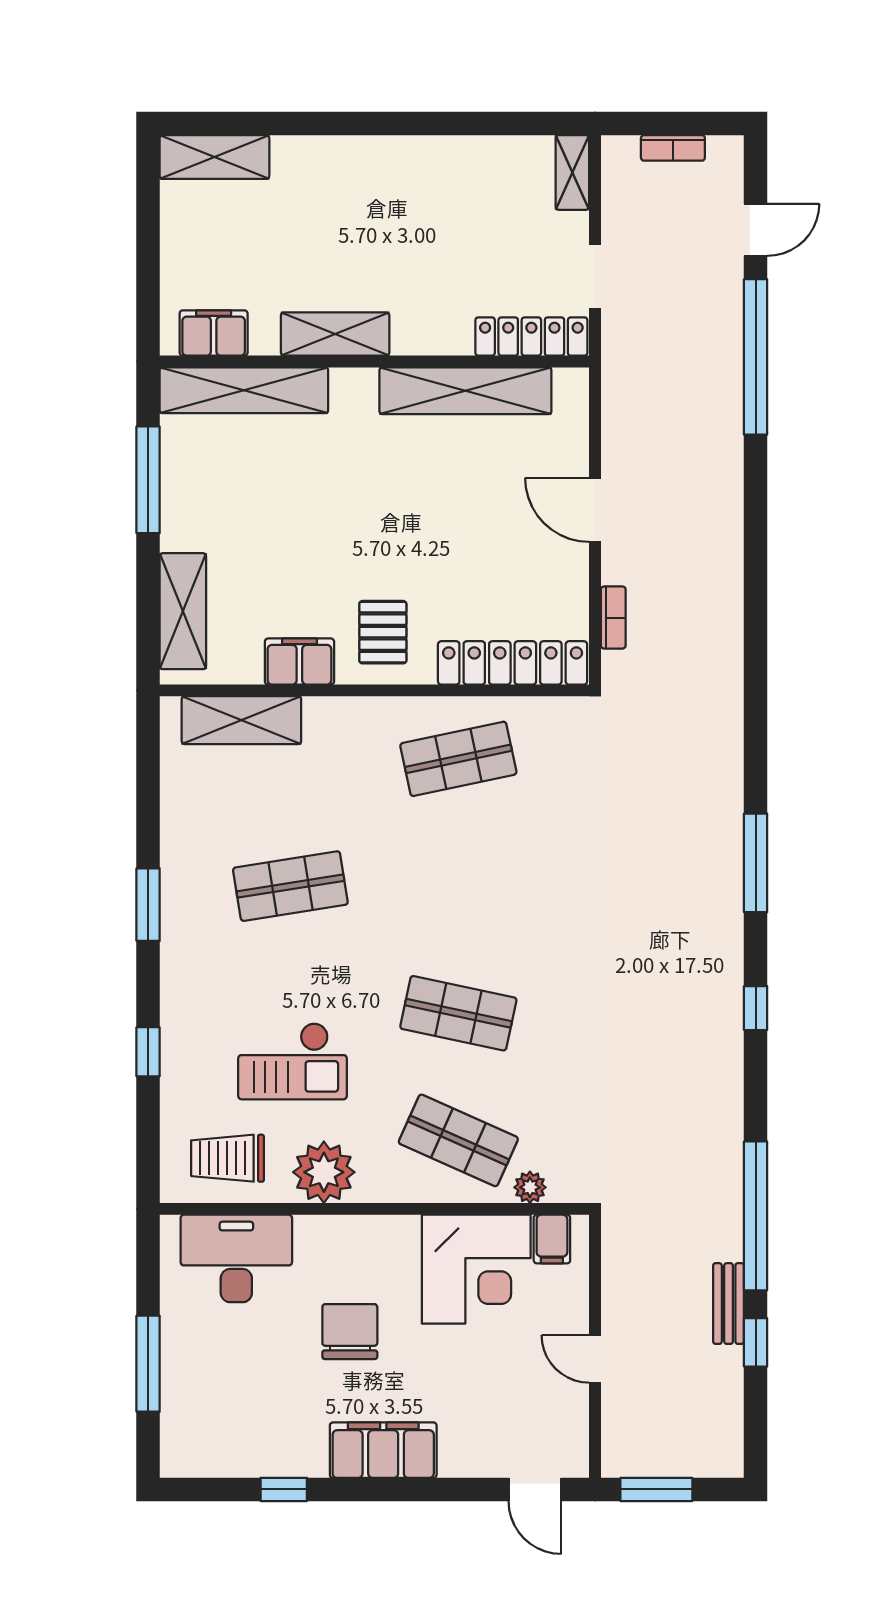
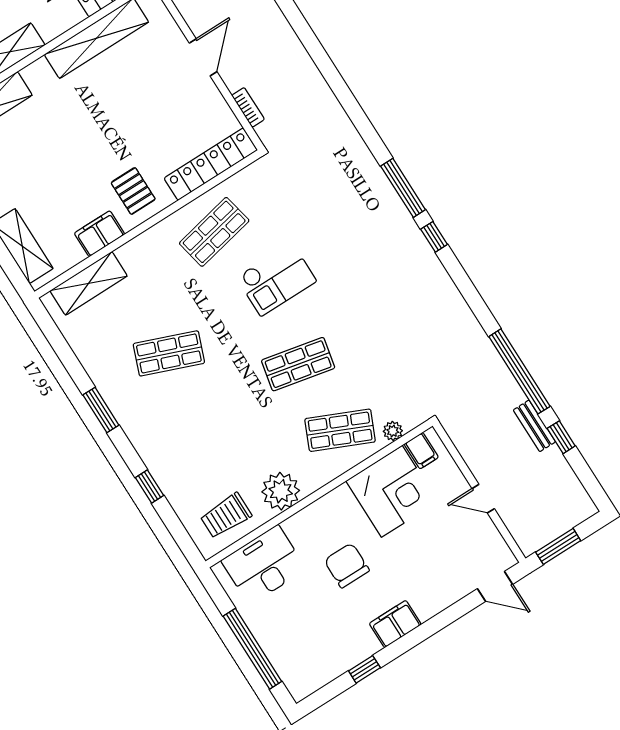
door: (595, 510) -> (203, 57), swing flipped
shop shelf: (290, 886) -> (169, 353), turned 30
window: (756, 1008) -> (434, 237), moved
checkout: (293, 1061) -> (276, 279), moved
window: (148, 1364) -> (252, 649), width x1.46
filing cabinet: (383, 1450) -> (395, 624), width x0.67, depth x0.86

